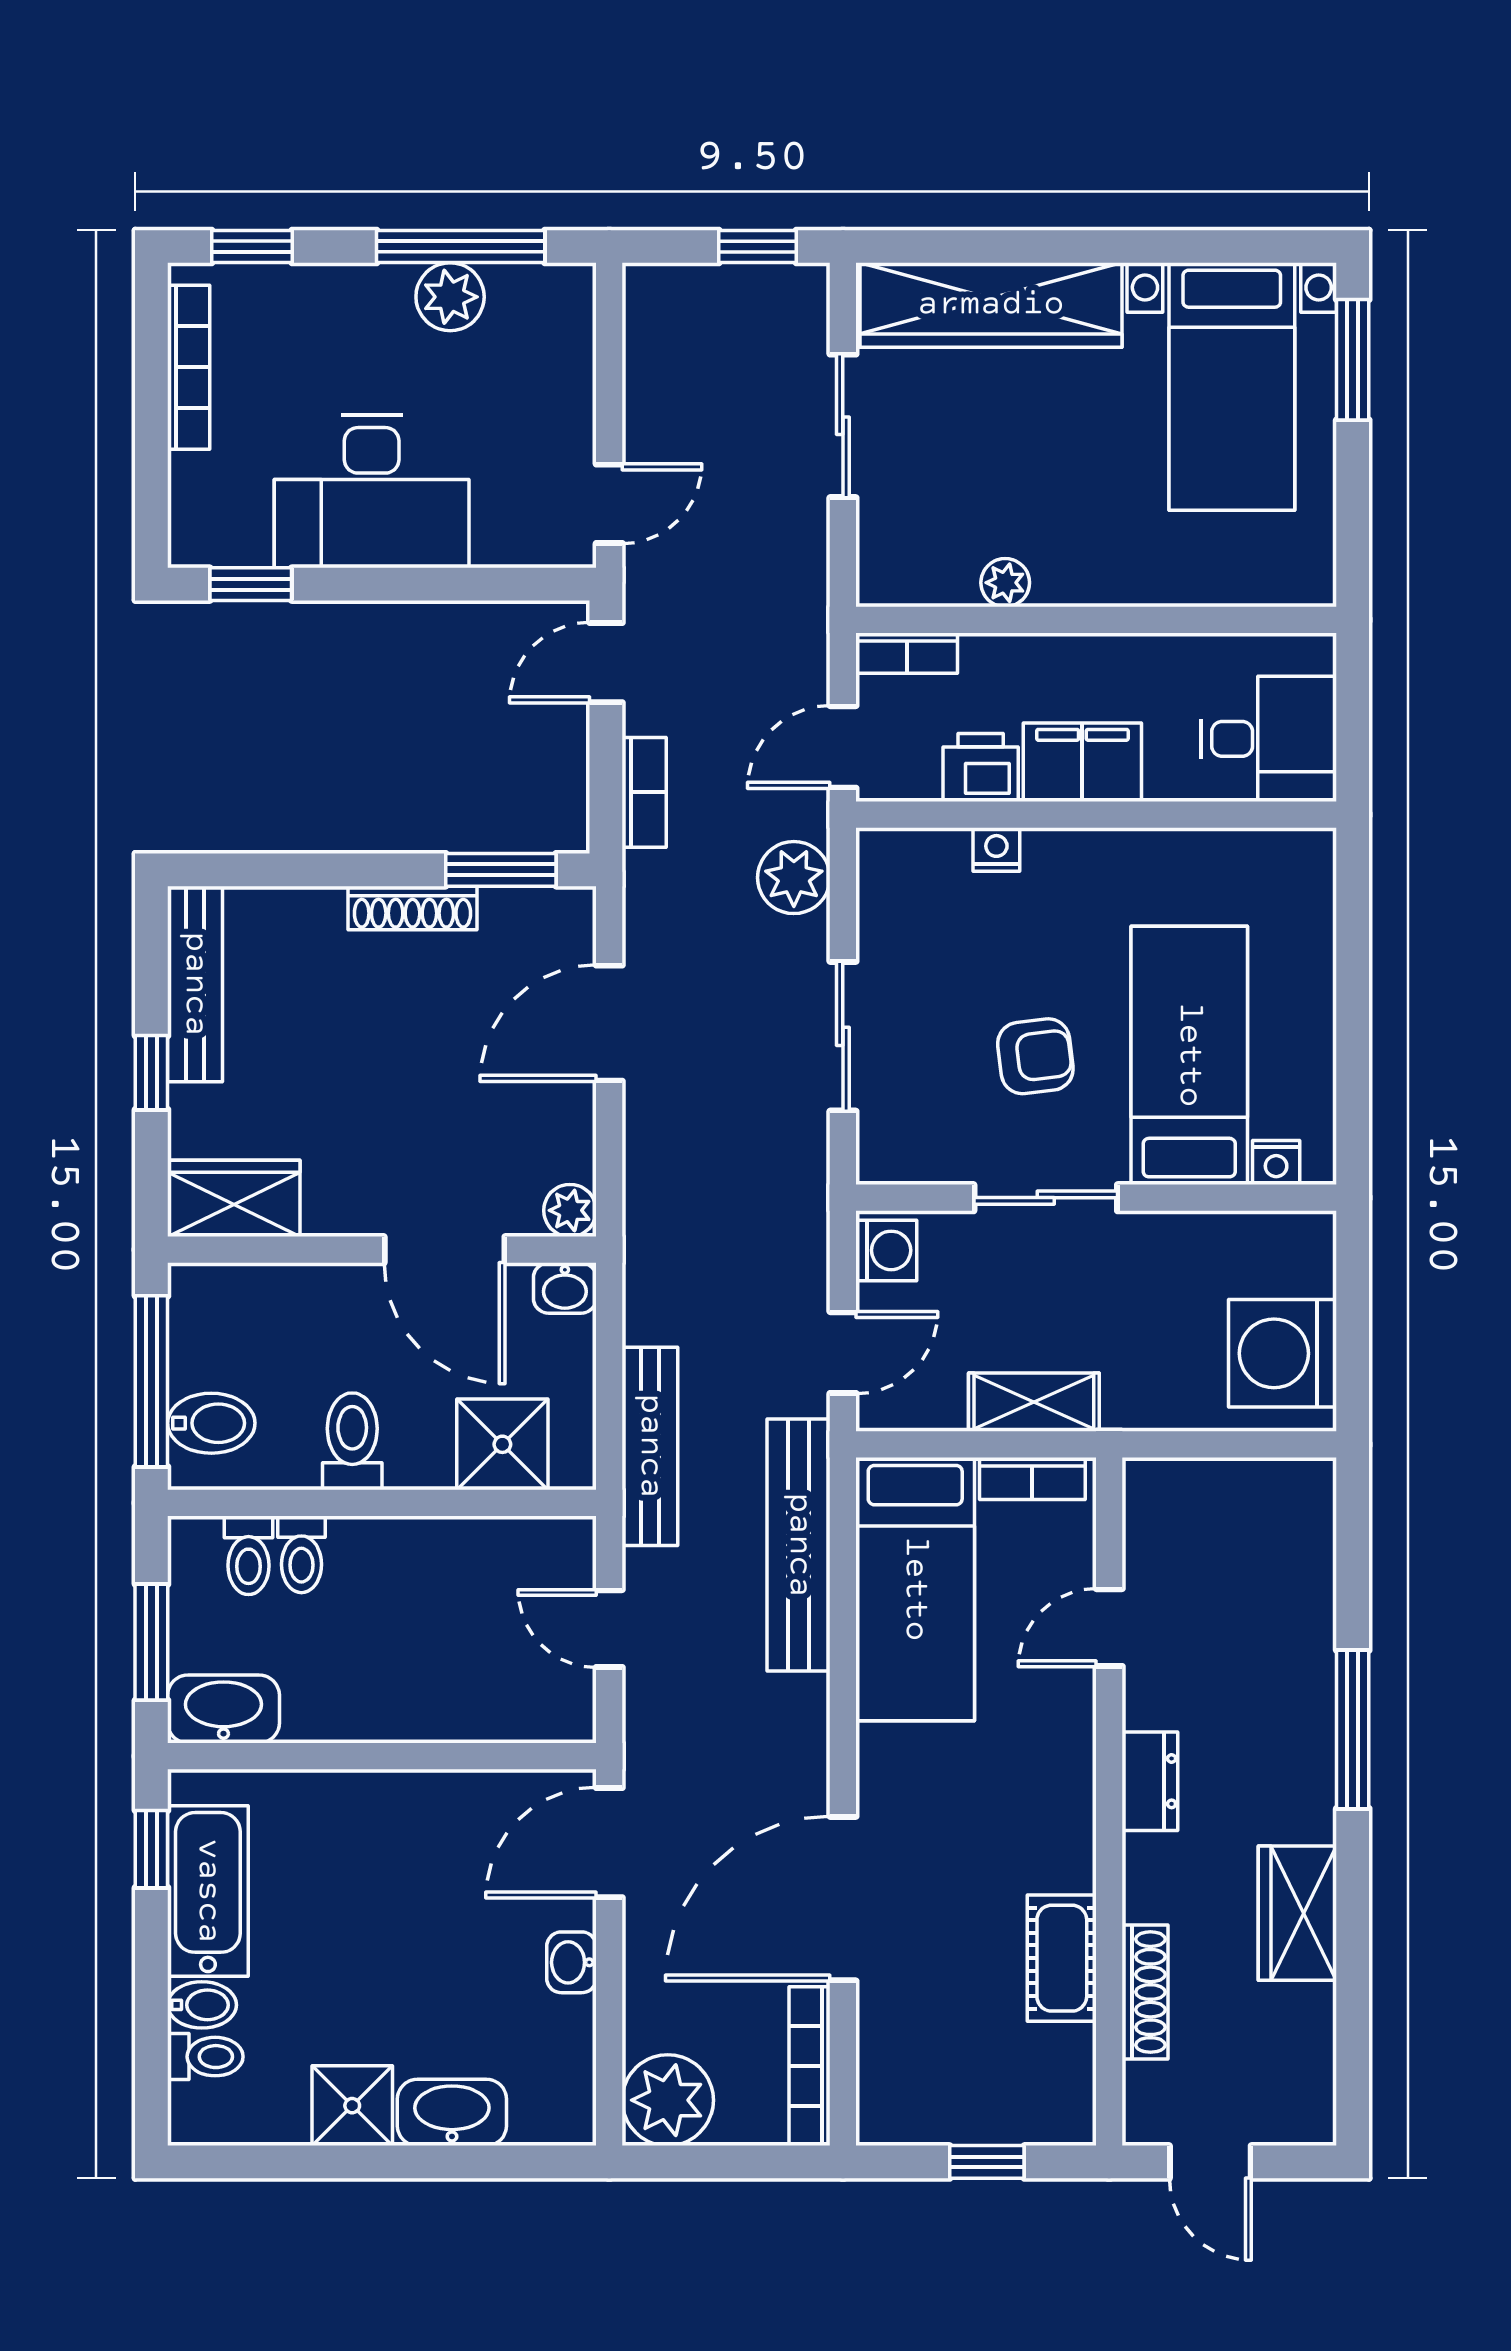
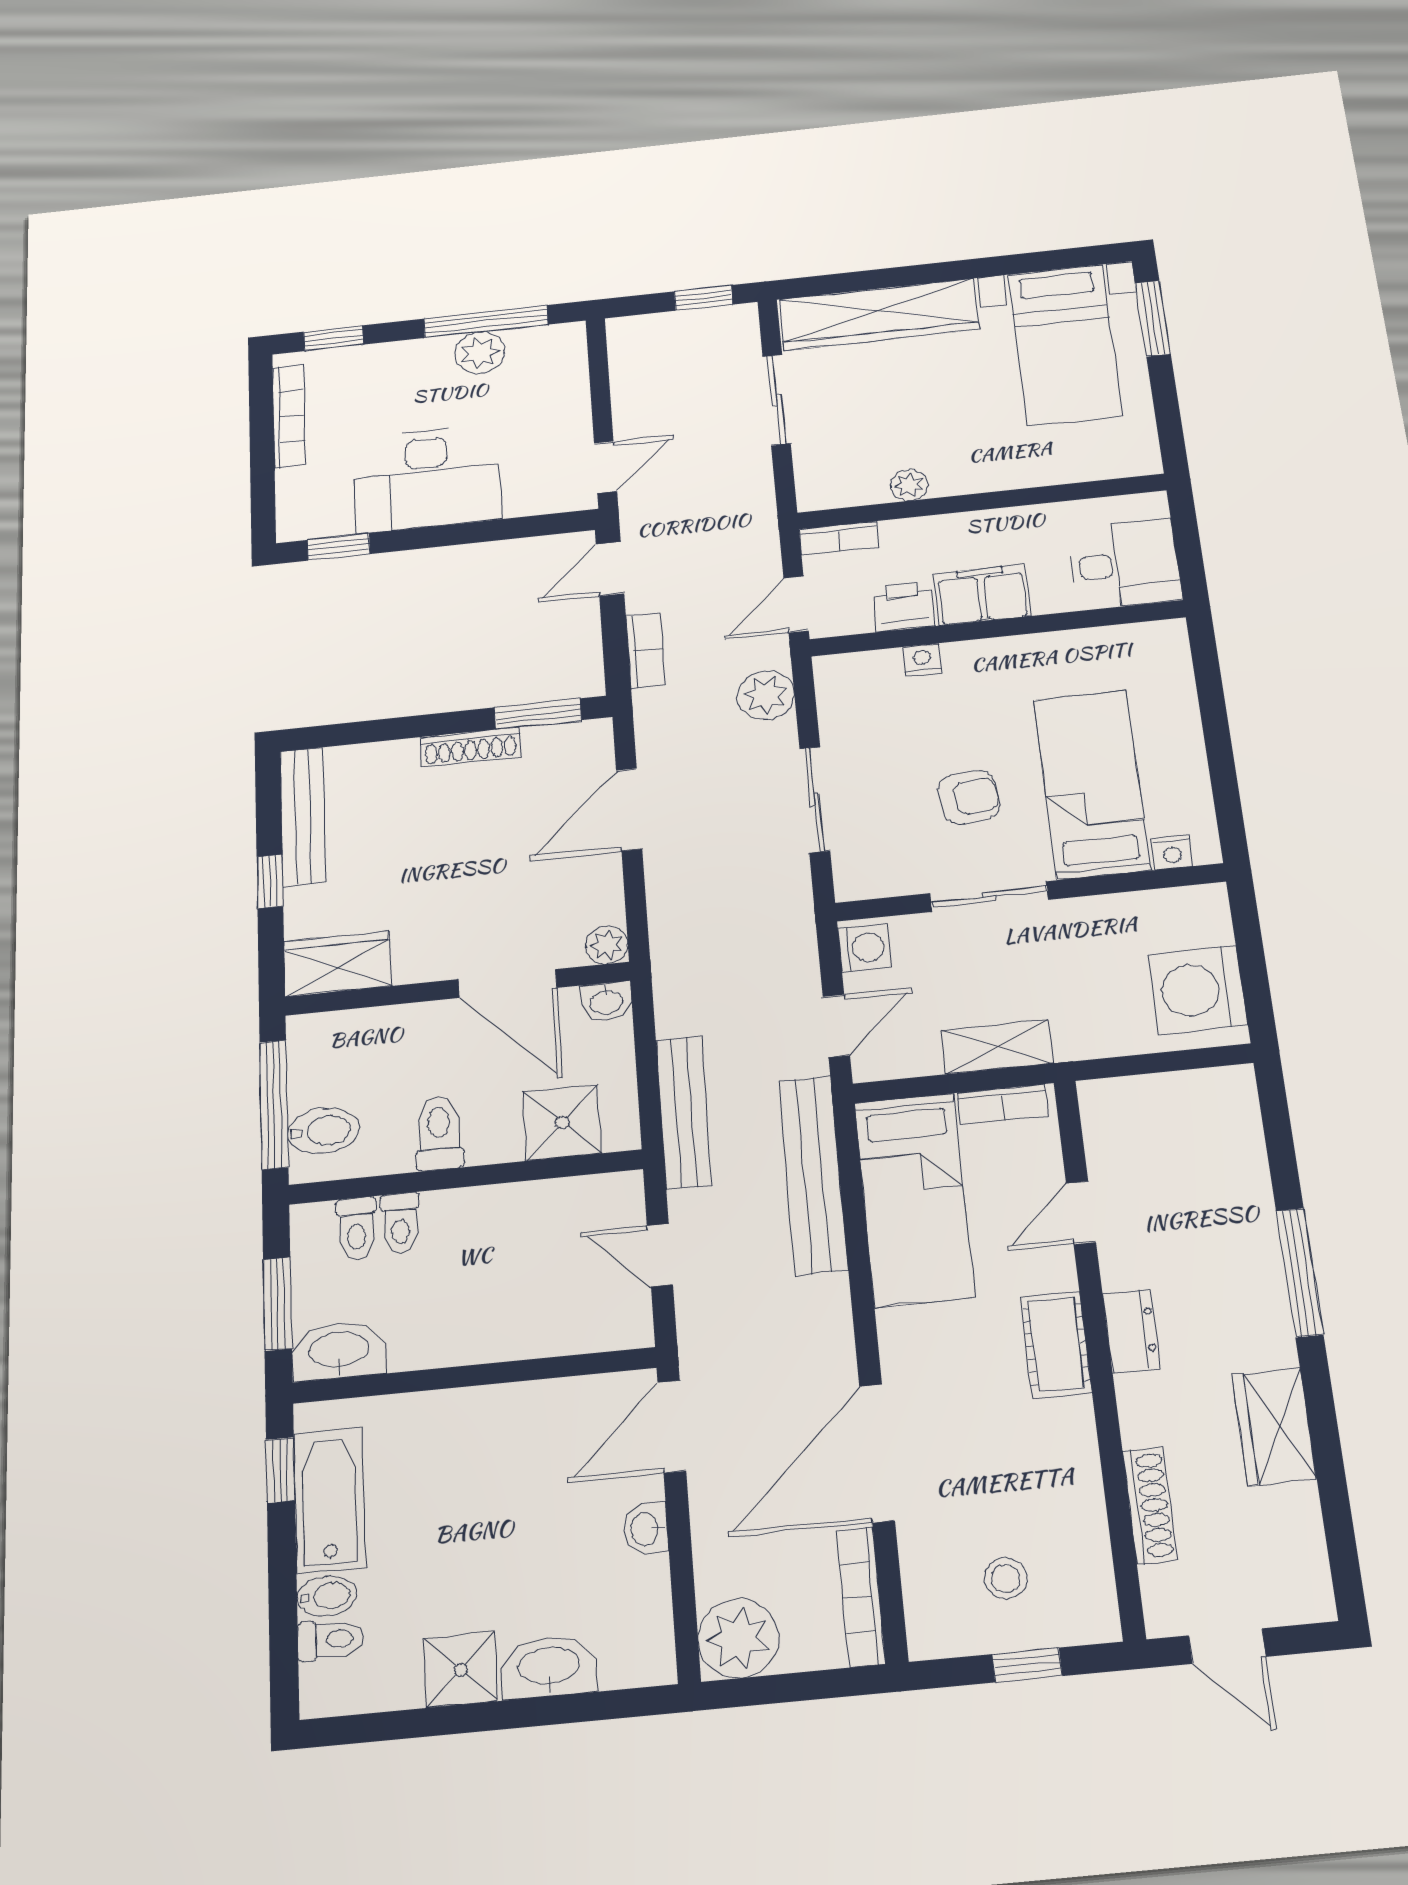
cot: (1062, 1958) -> (1056, 1344), moved
stool: (974, 2061) -> (1006, 1578), added

